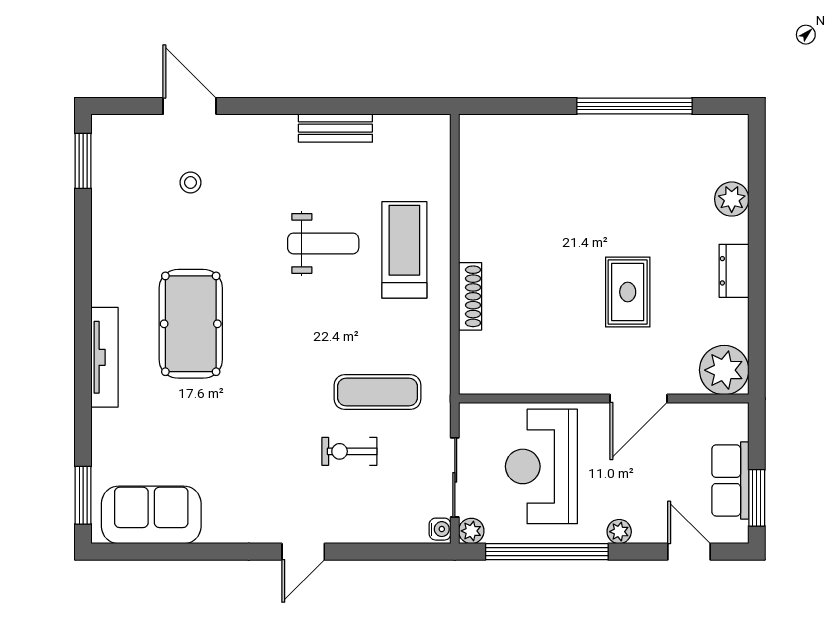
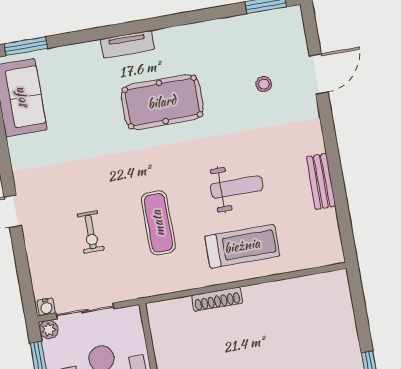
weight bench: (323, 243) -> (237, 187), turned -90
tv unit: (104, 357) -> (127, 44), width x0.71
exercise mat: (377, 392) -> (158, 223), moved
exercise bike: (349, 451) -> (91, 232), turned 180

